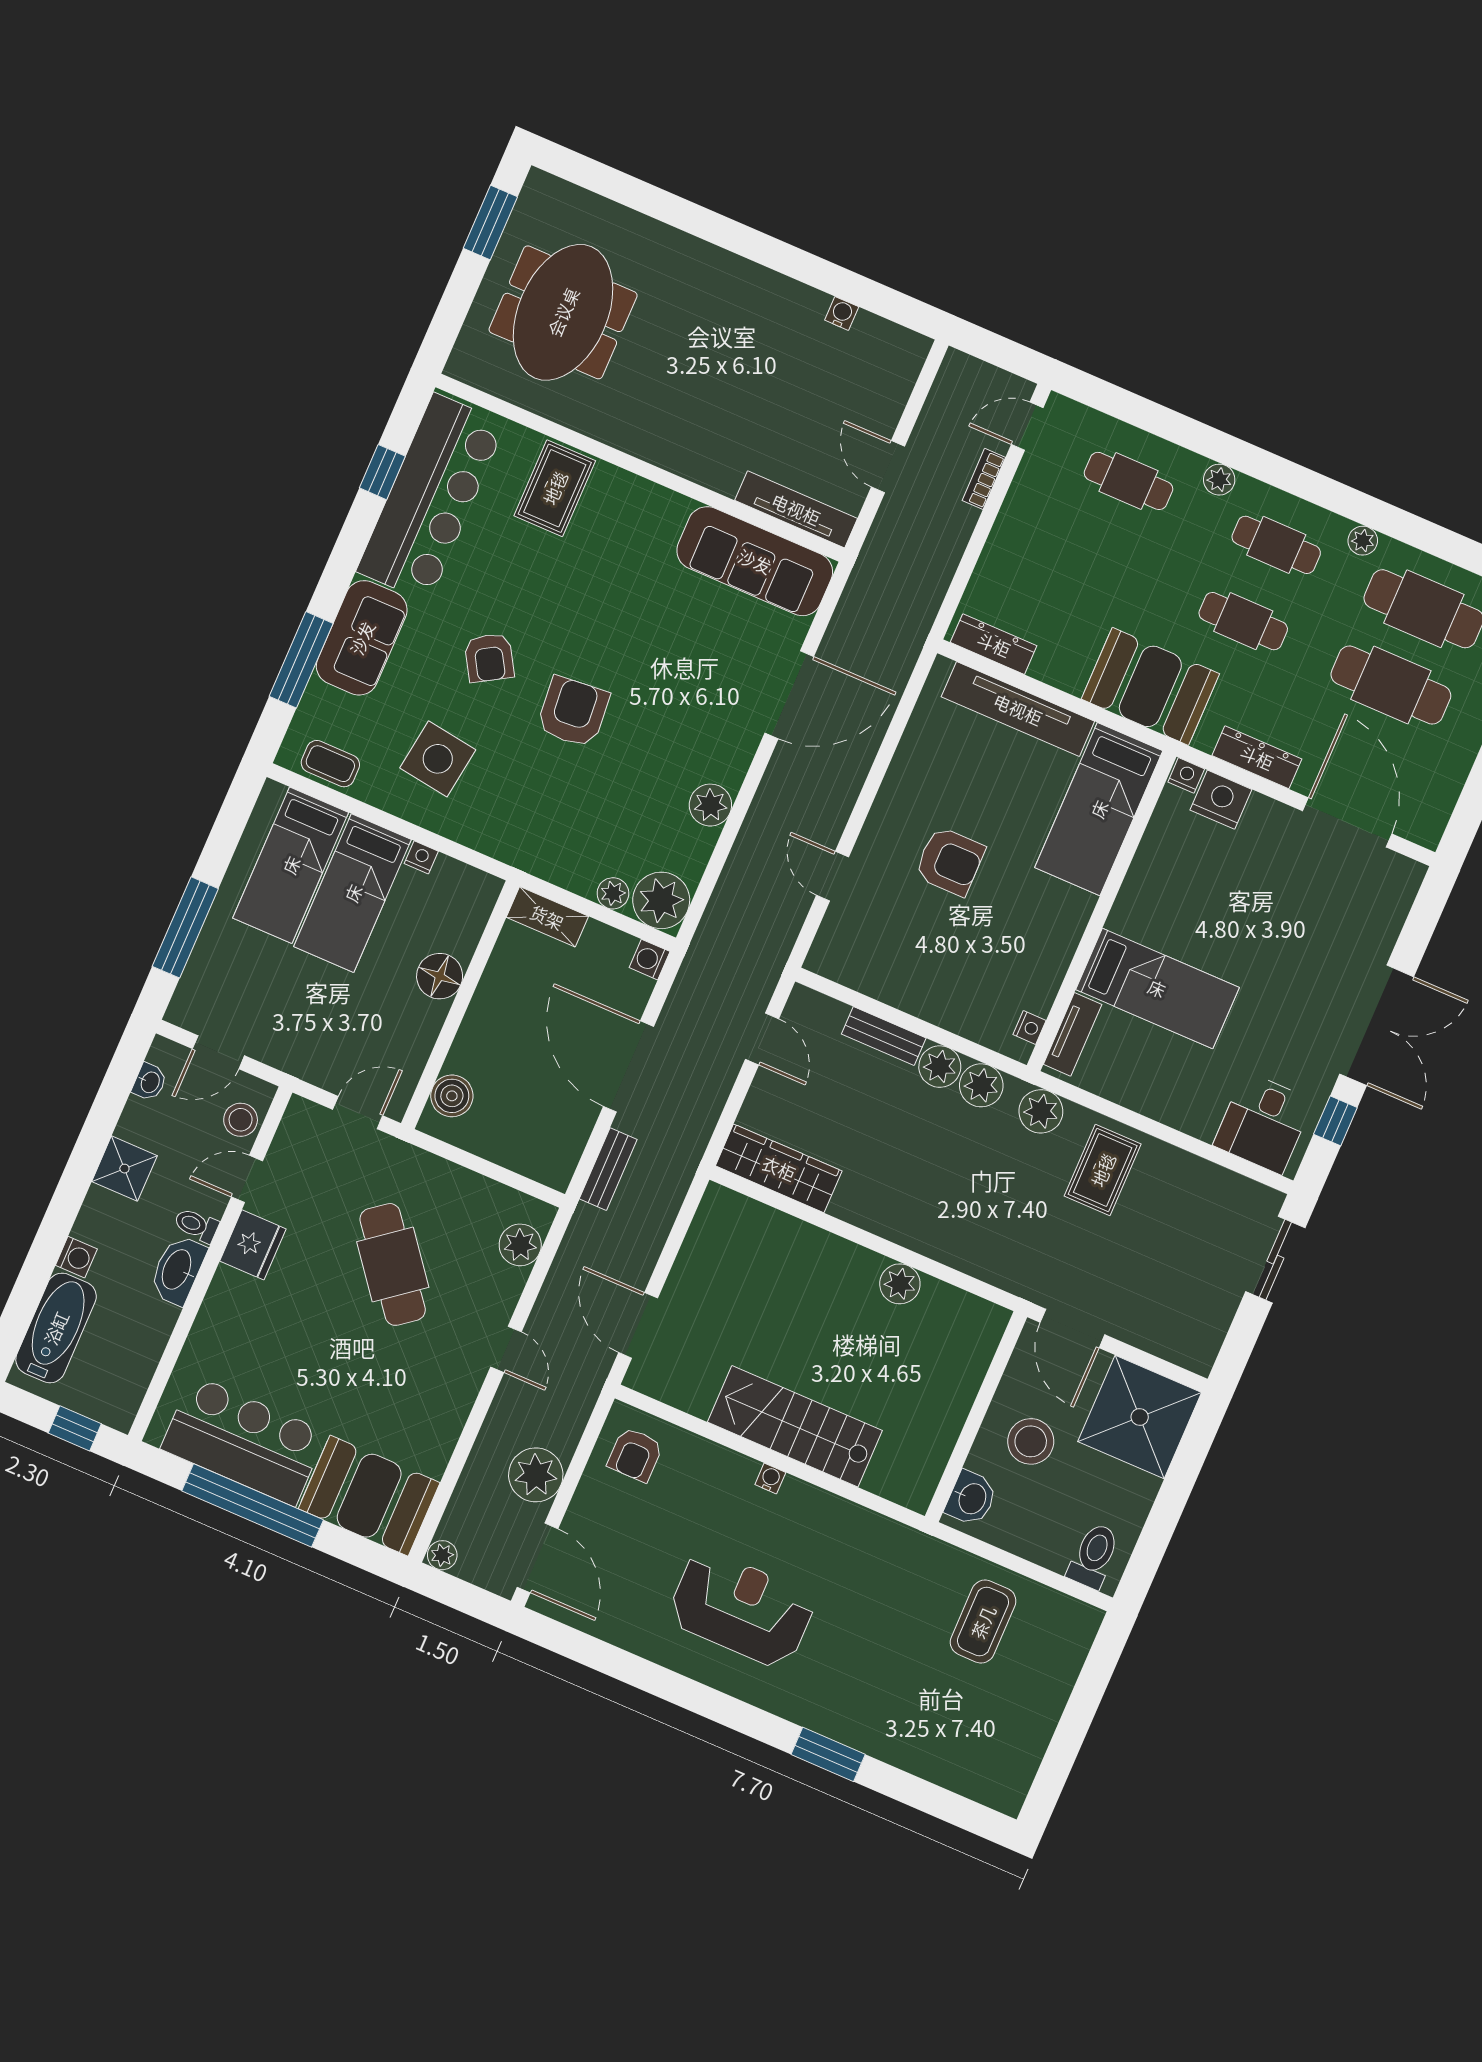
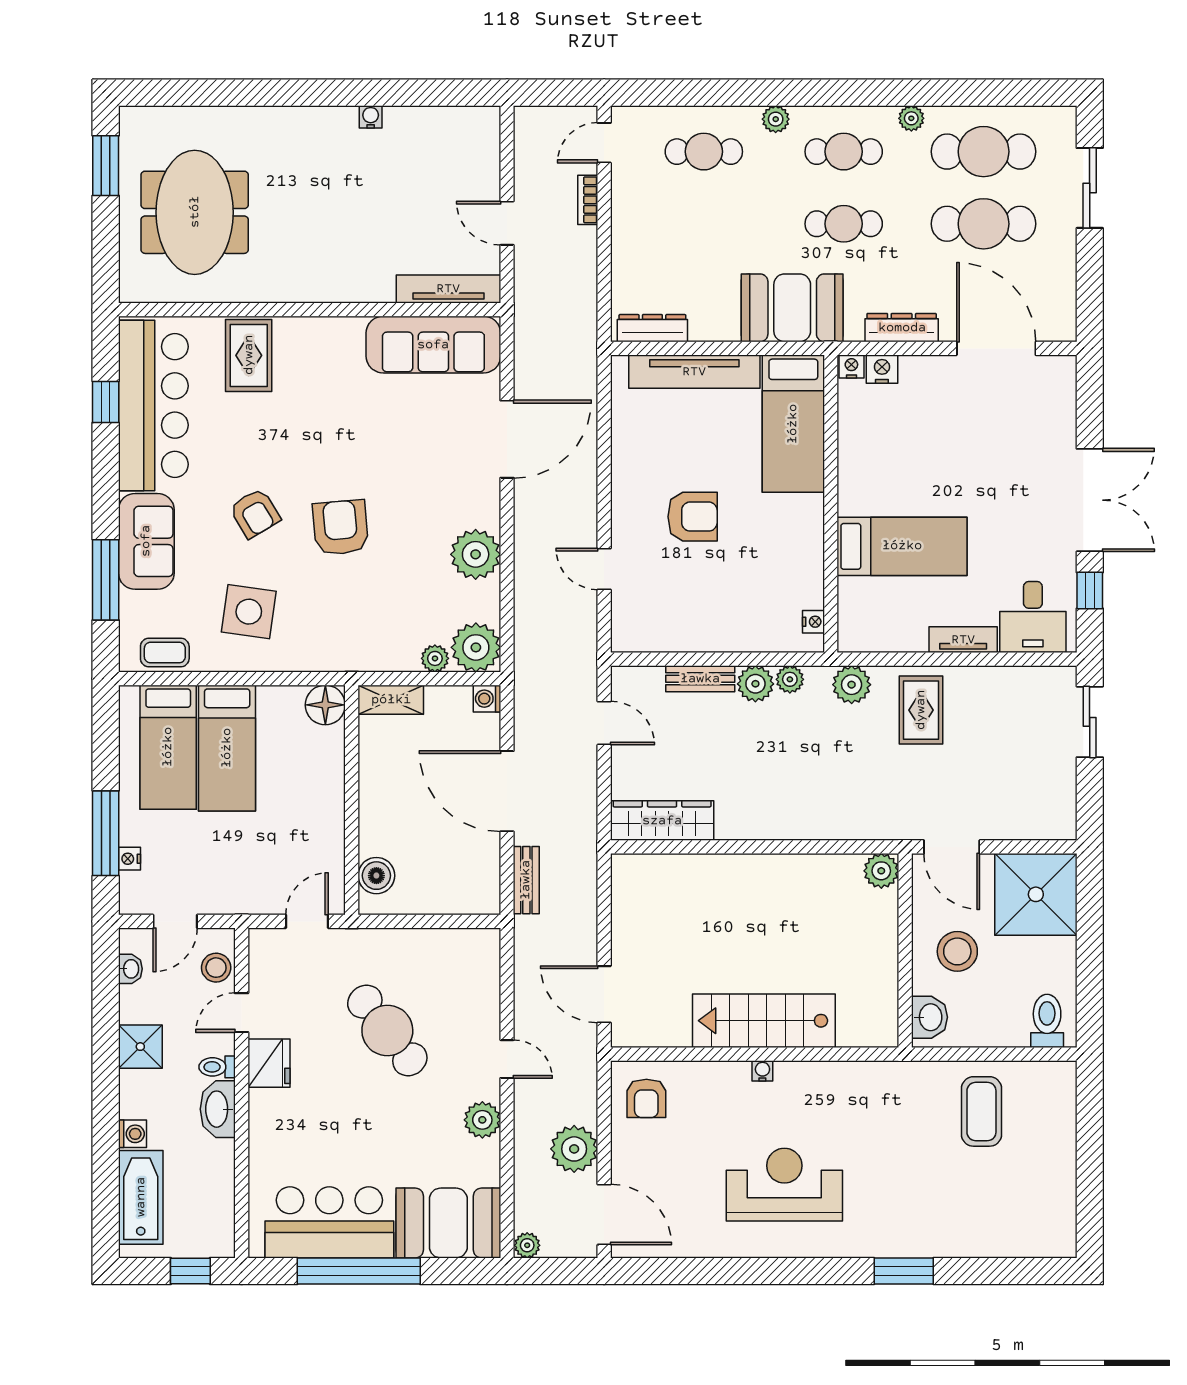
water cooler: (842, 313) -> (371, 117), moved
nightstand: (1221, 800) -> (882, 369), width x0.74, depth x0.75
plant: (710, 805) -> (476, 554), width x1.36, depth x1.36
nightstand: (421, 857) -> (129, 859), moved, turned -90
floor lamp: (440, 976) -> (325, 705), moved
tv unit: (1073, 1034) -> (963, 640), moved, turned -90
plant: (981, 1085) -> (790, 679), width x0.73, depth x0.73
plant: (520, 1245) -> (482, 1120), moved
plant: (900, 1284) -> (881, 871), moved

